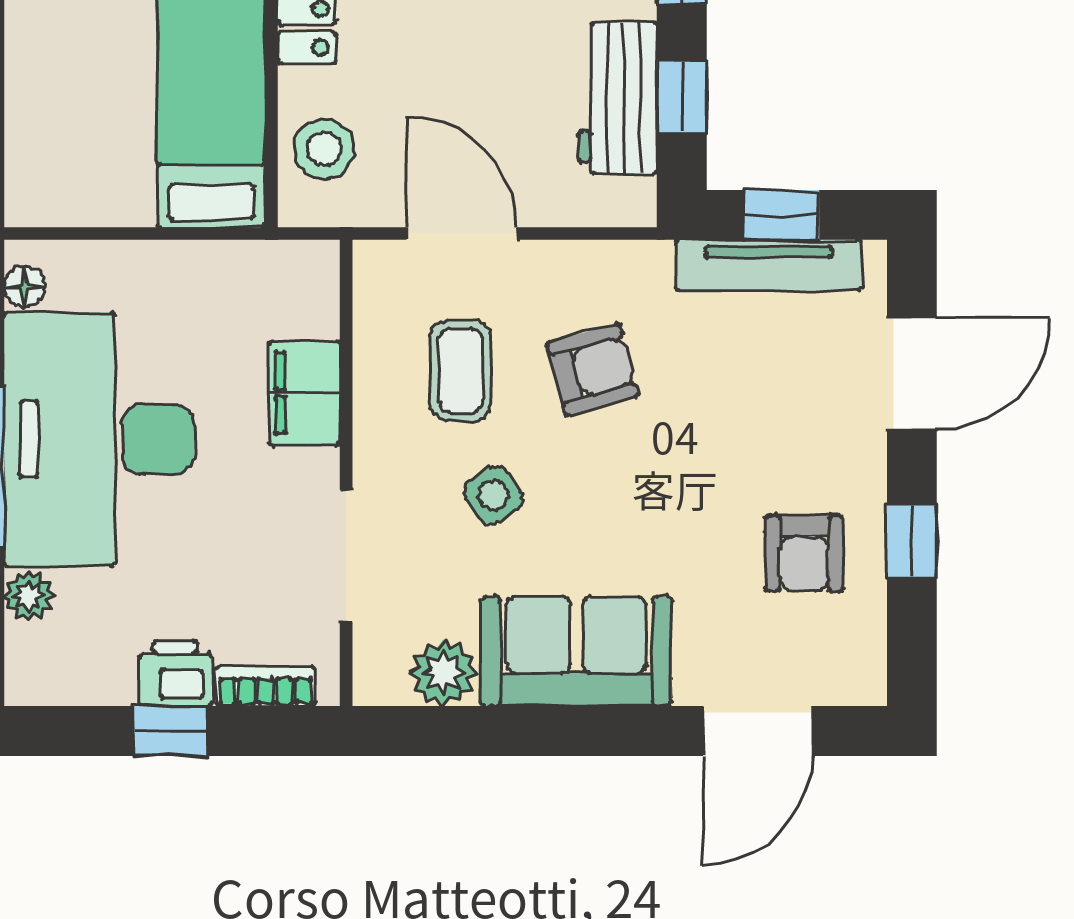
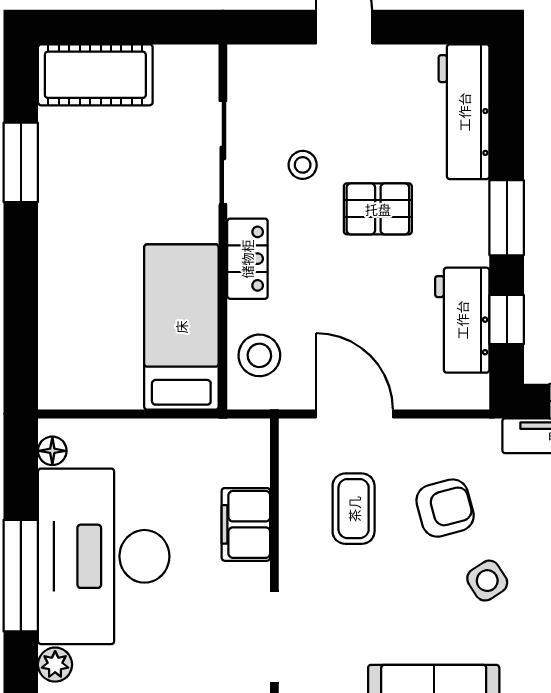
side table: (493, 495) -> (487, 581), moved

